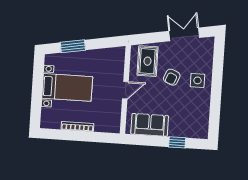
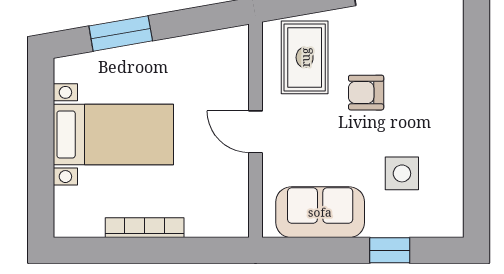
armchair: (172, 77) -> (366, 93), turned 68
side table: (197, 80) -> (402, 173), moved
door: (125, 90) -> (255, 132), swing flipped

